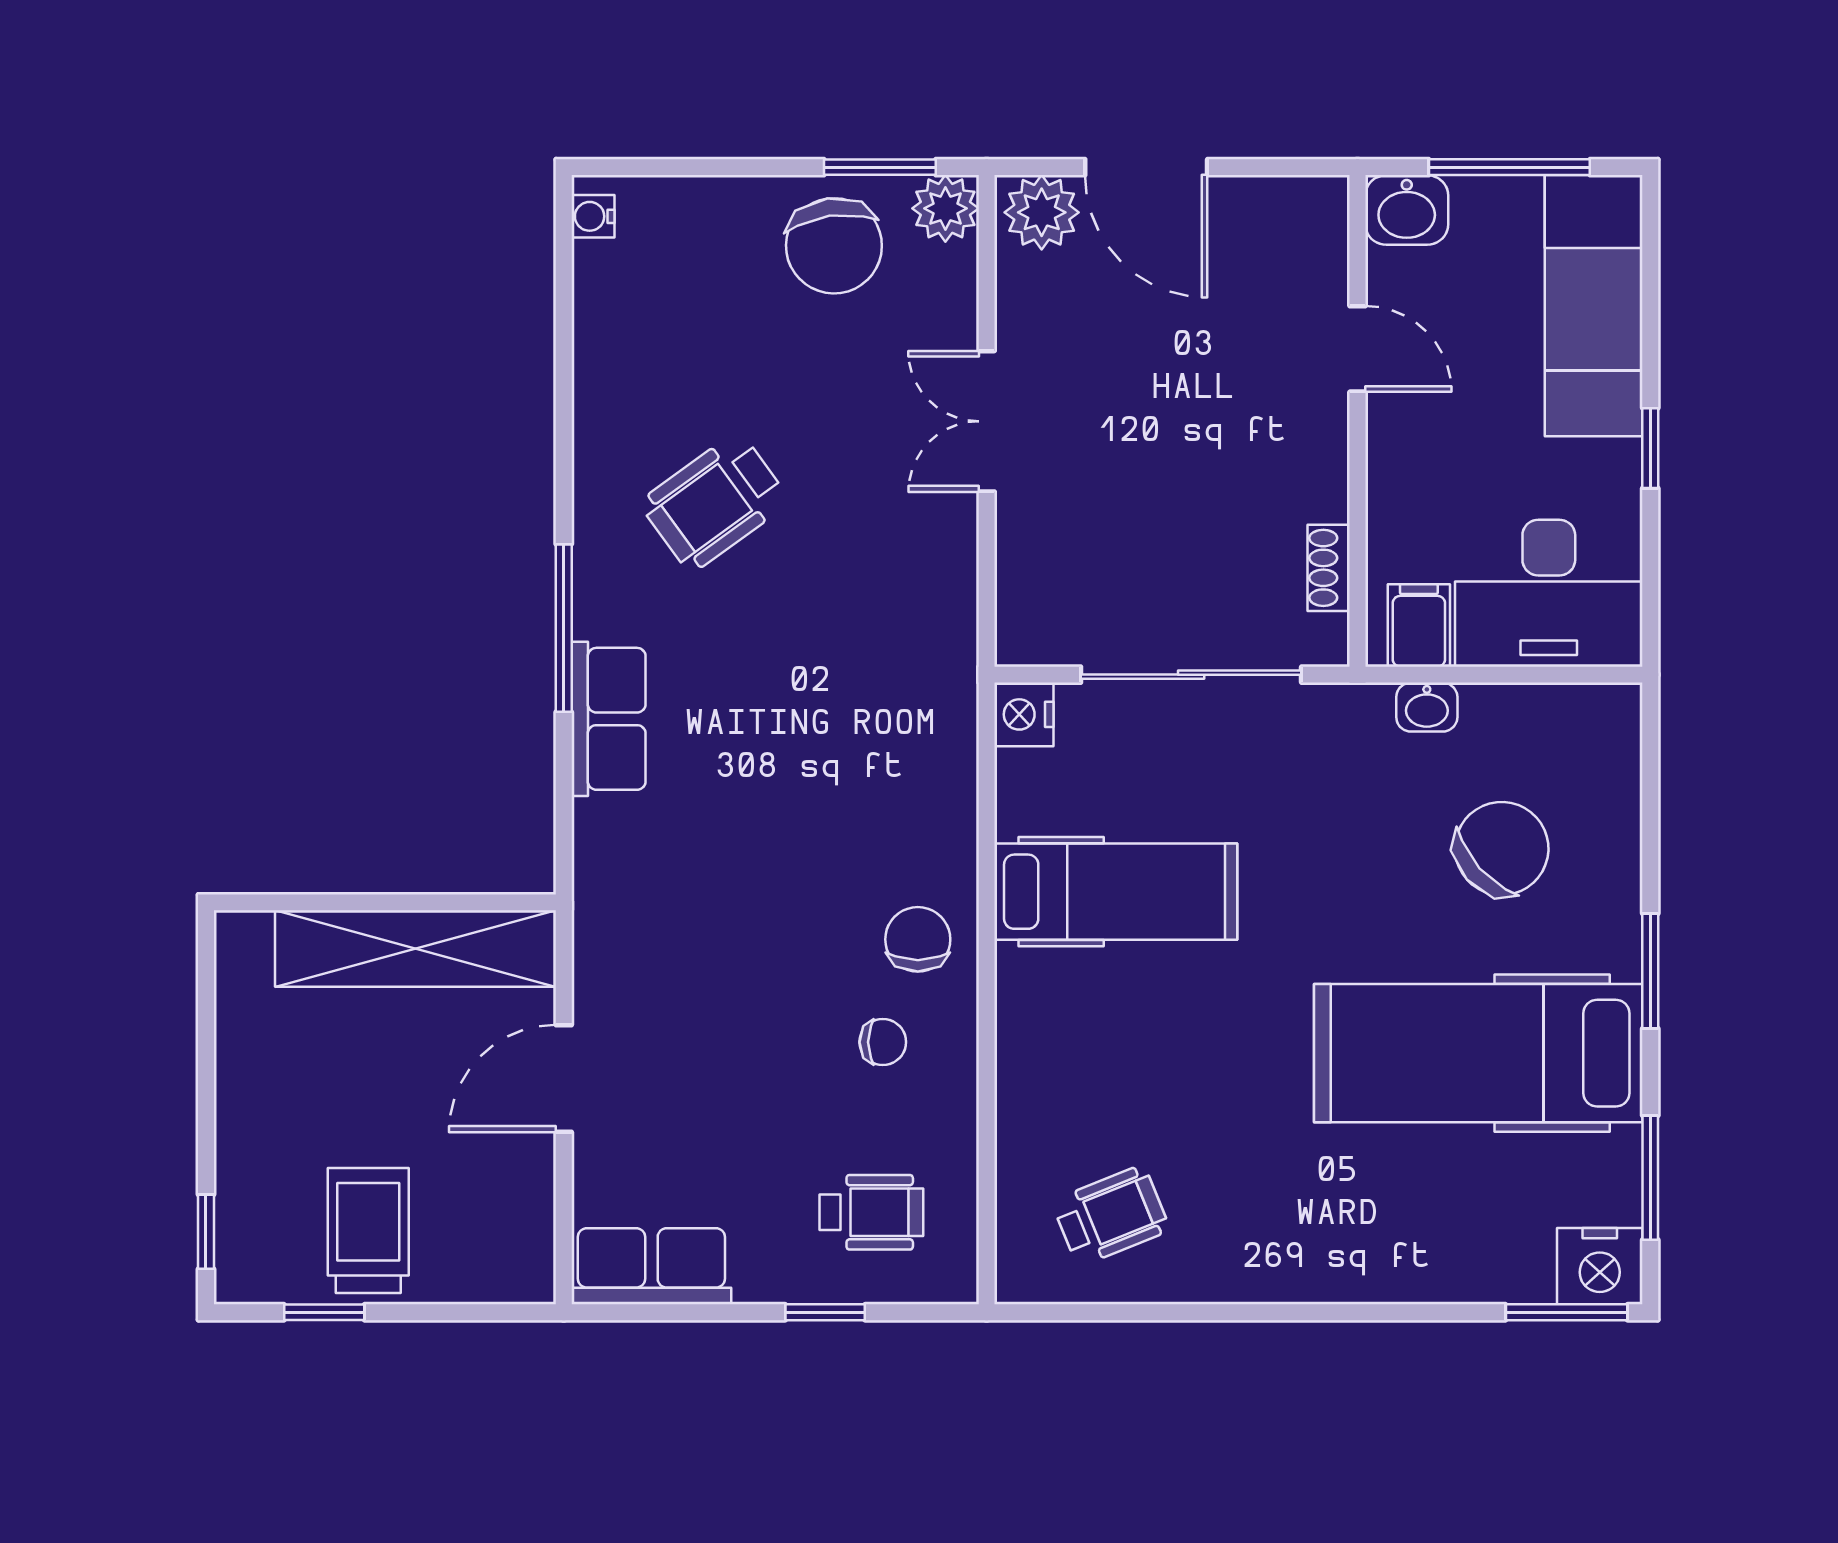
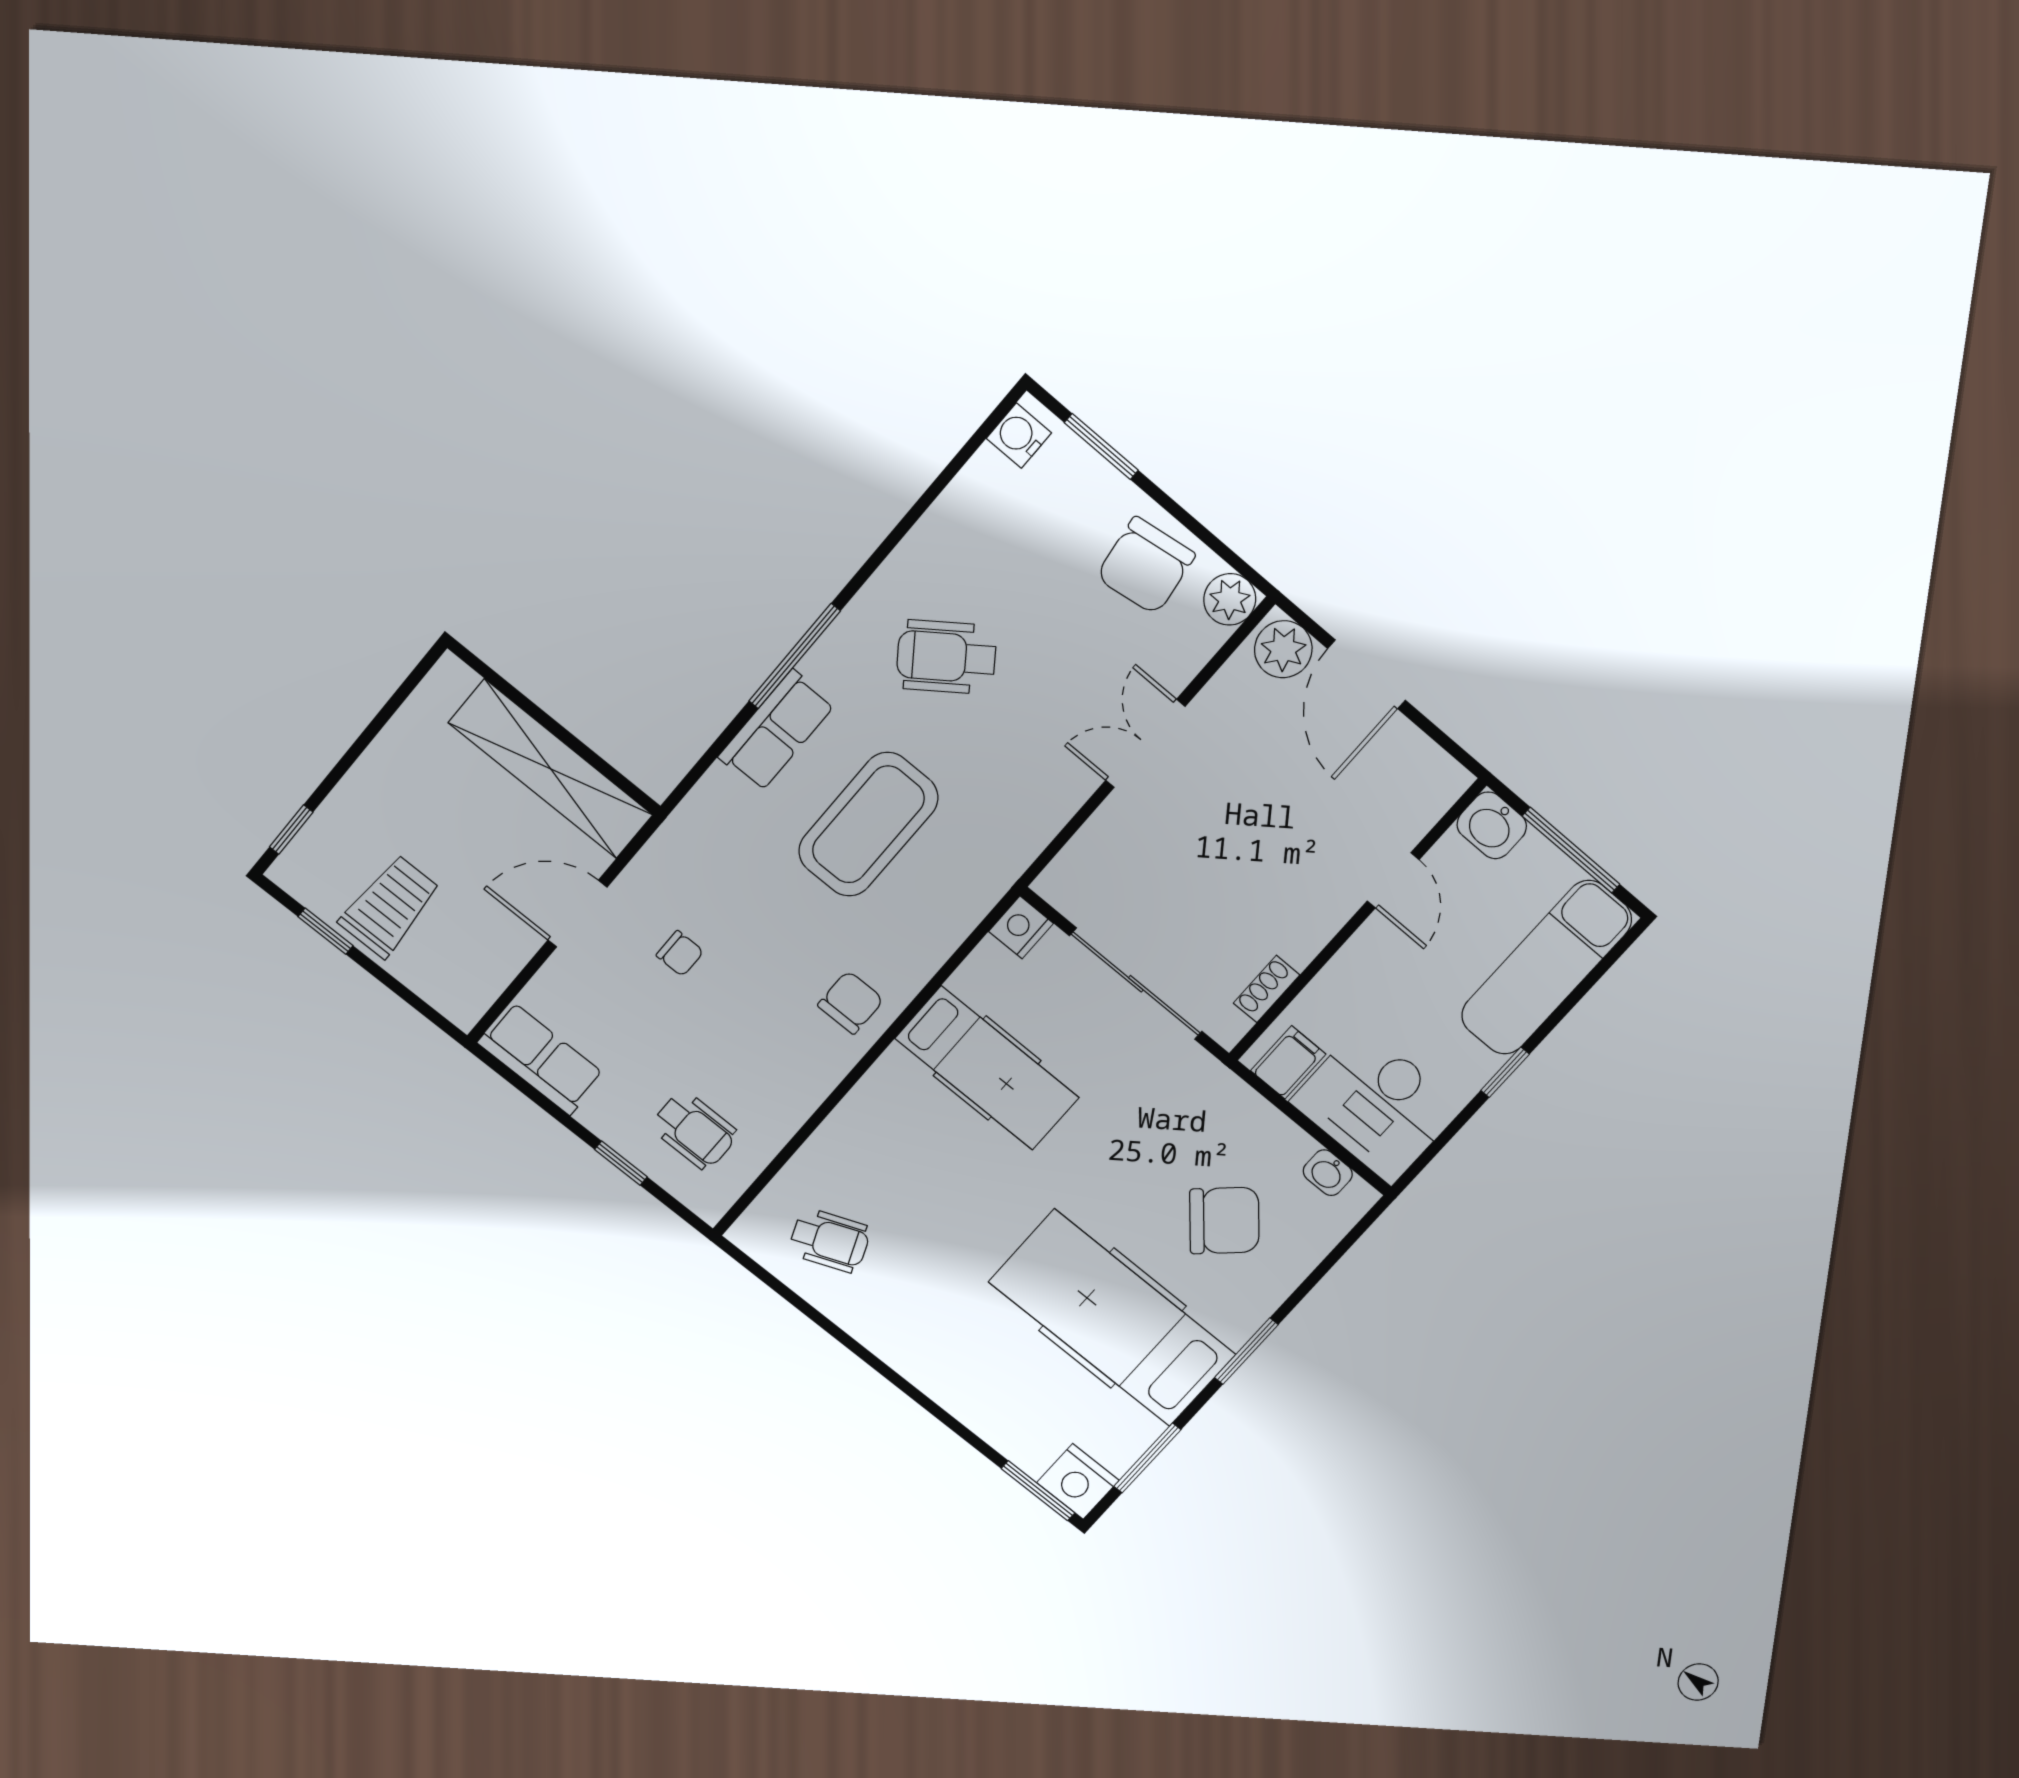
window: (880, 167) -> (1101, 446), moved
water cooler: (593, 216) -> (1019, 436), width x1.38, depth x1.38
washbasin: (1427, 707) -> (1328, 1173), moved
coffee table: (780, 738) -> (868, 824), added
chair: (883, 1042) -> (680, 953), moved

